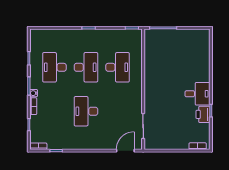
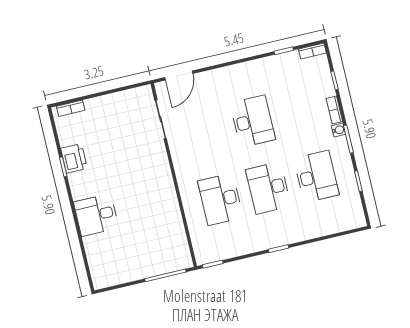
desk: (197, 94) -> (96, 215), moved

